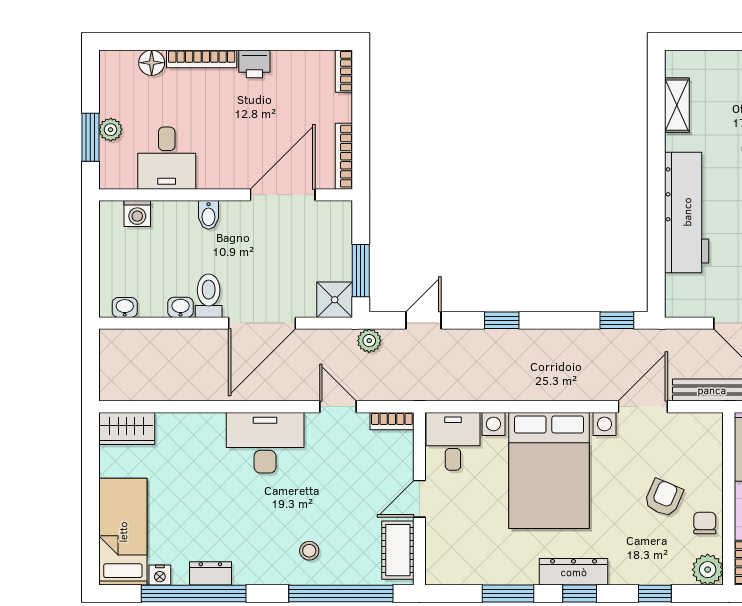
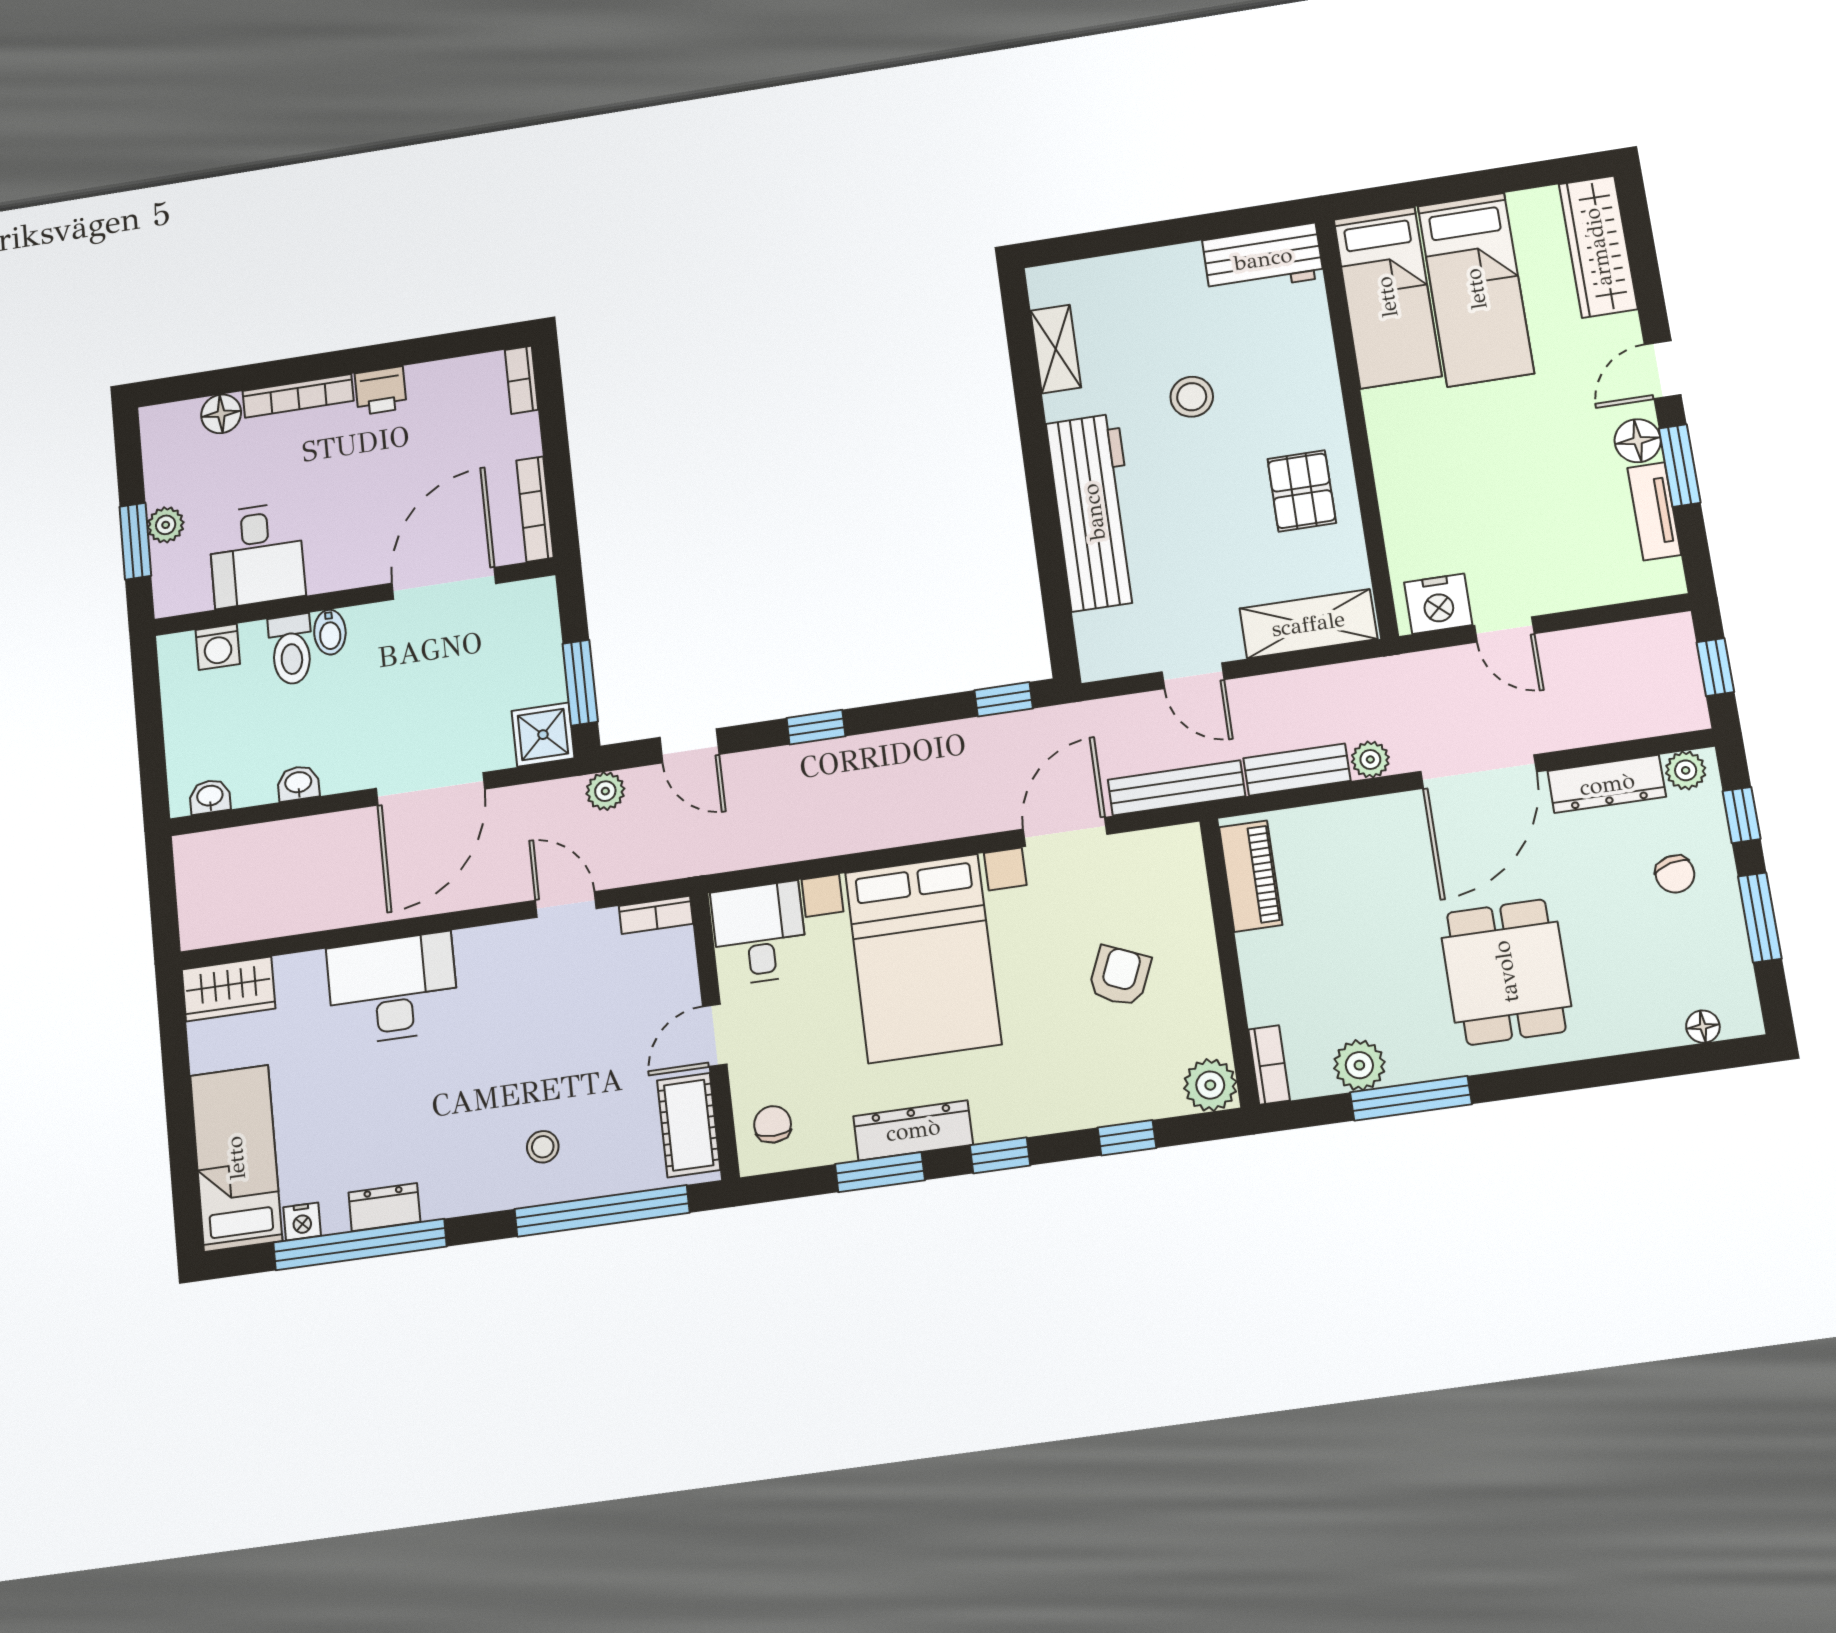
toilet: (209, 296) -> (291, 650), moved, turned 180
door: (424, 320) -> (689, 746), swing flipped
desk: (265, 443) -> (393, 989), moved
chair: (705, 523) -> (773, 1124), moved
dresser: (574, 572) -> (913, 1130), moved

